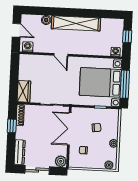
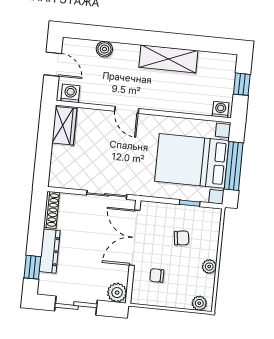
shelving: (76, 23) -> (168, 59), width x0.68
wardrobe: (24, 91) -> (64, 126), moved
window: (12, 126) -> (32, 267), moved
dresser: (20, 152) -> (50, 251), moved

